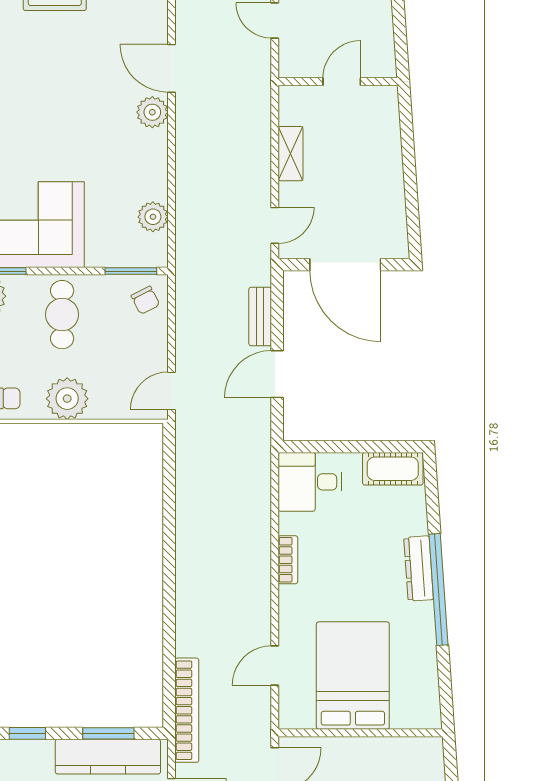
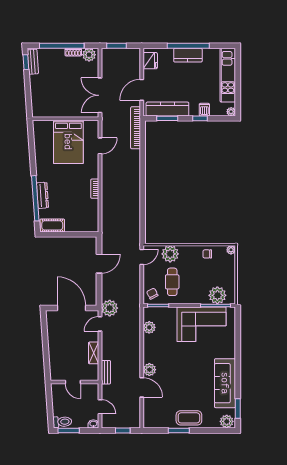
door: (342, 82) -> (73, 382), hinge flipped
plant: (251, 264) -> (110, 308), added
cafe table: (62, 315) -> (172, 282), moved
bench: (260, 316) -> (106, 372), moved
plant: (67, 399) -> (170, 254), moved
desk: (310, 482) -> (86, 220), removed
dresser: (419, 568) -> (43, 195), moved
window: (438, 589) -> (35, 198), moved
dishwasher: (17, 755) -> (204, 110), added

